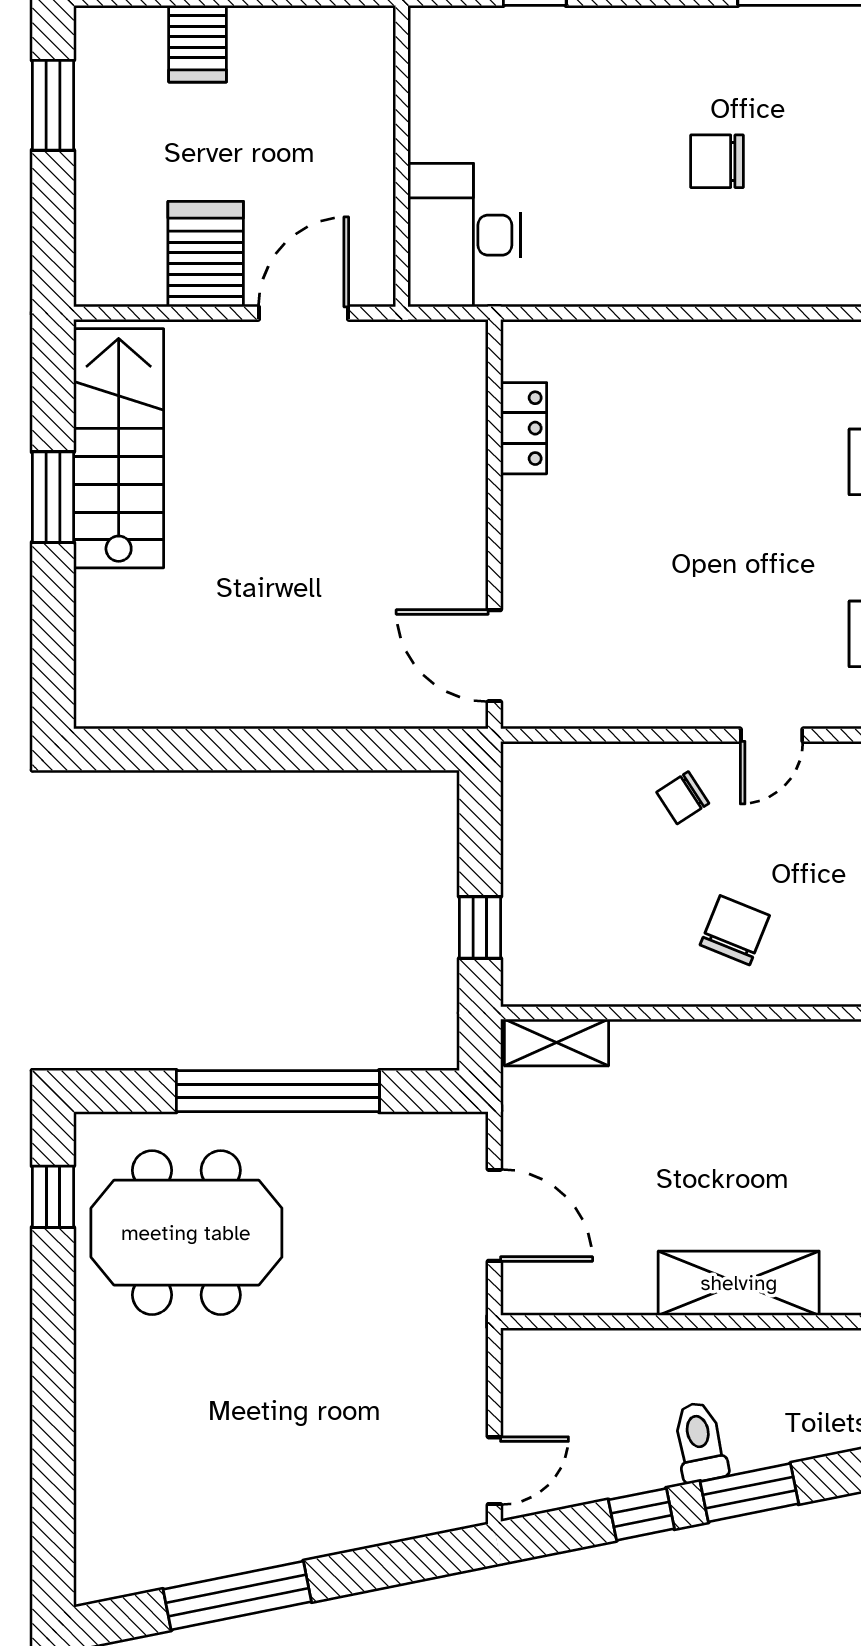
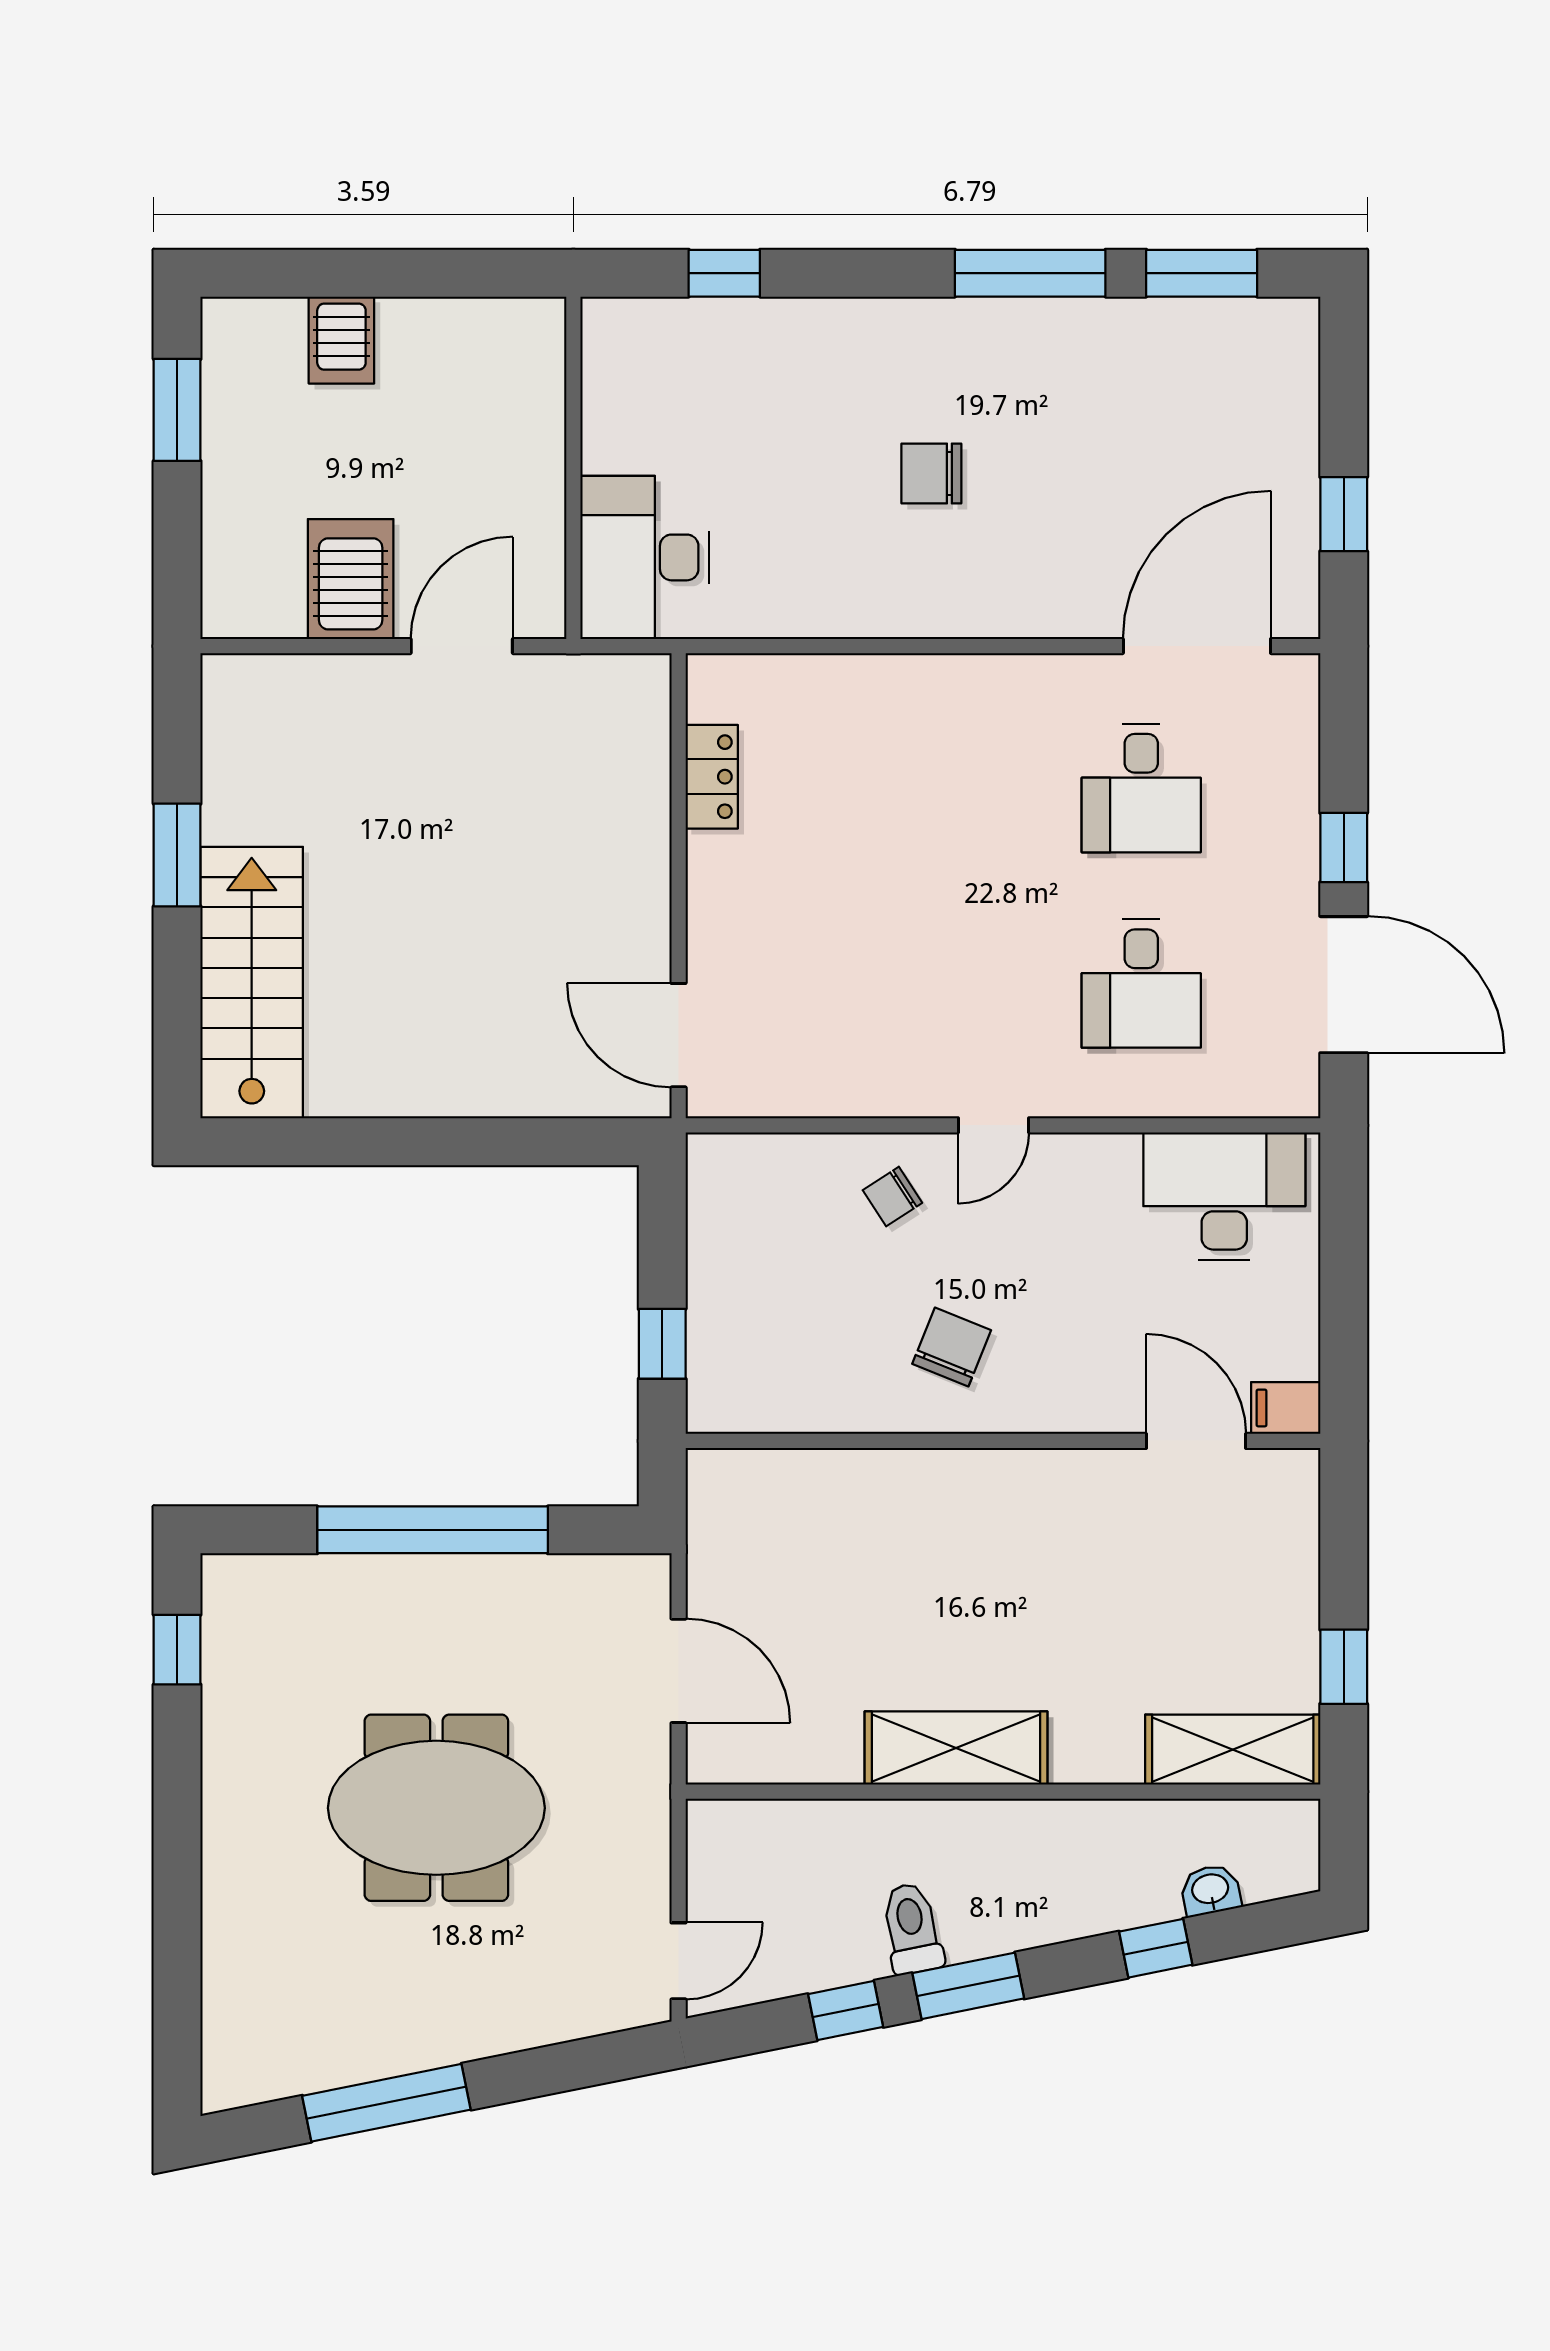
stairs: (119, 448) -> (252, 983), moved
shelving: (556, 1043) -> (749, 1475), removed
meeting table: (186, 1233) -> (436, 1808), moved

